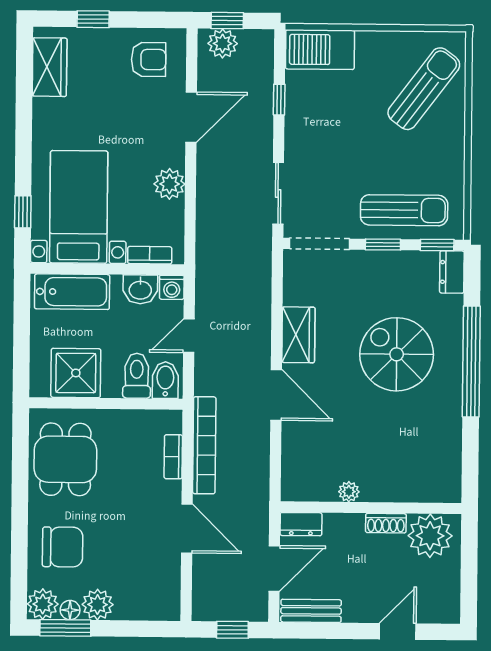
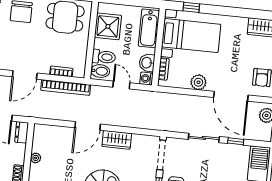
door: (191, 117) -> (231, 96), width x1.36
sliding door: (278, 193) -> (204, 138), moved

